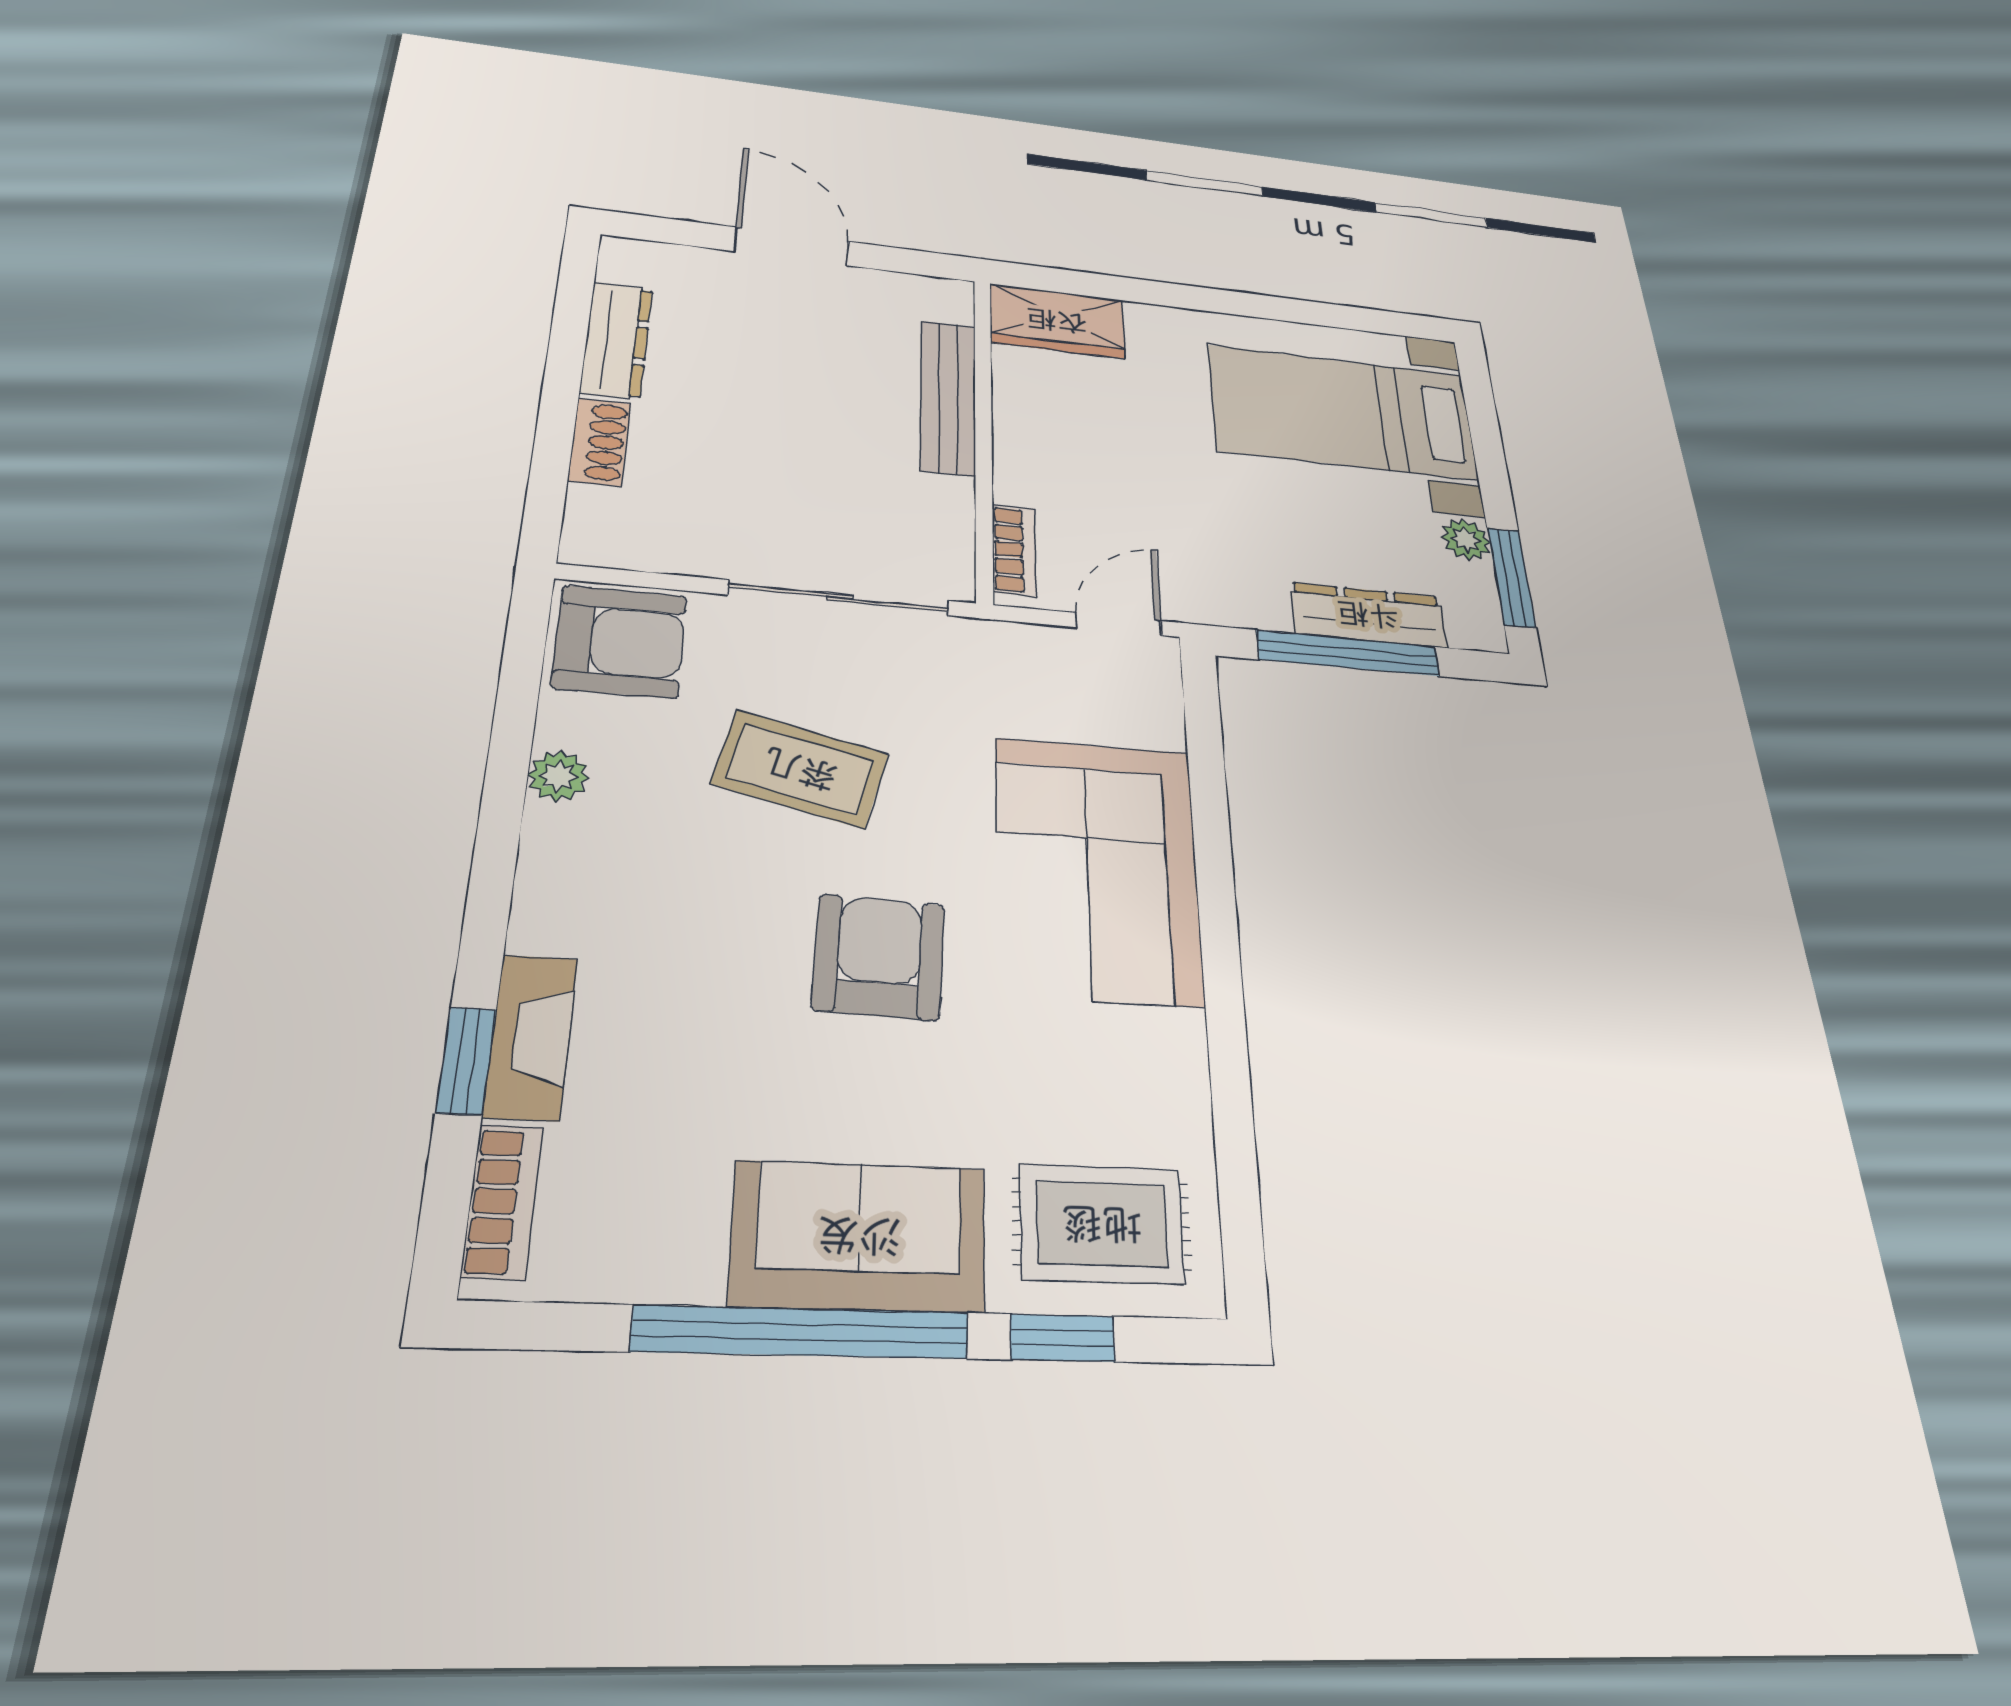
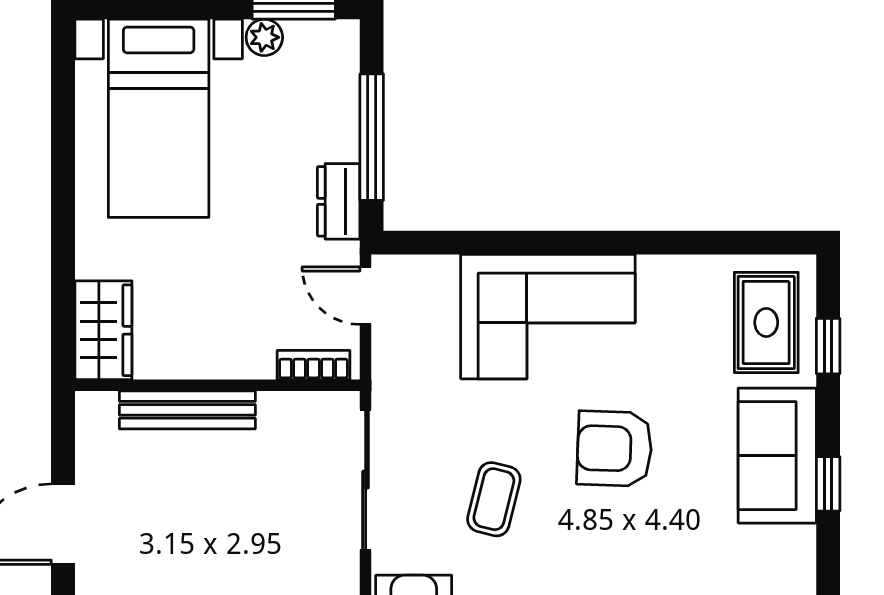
dresser: (1369, 615) -> (339, 201), moved, width x0.70
coffee table: (800, 769) -> (494, 499), width x0.73, depth x0.77
window: (802, 1332) -> (828, 484), width x0.32

